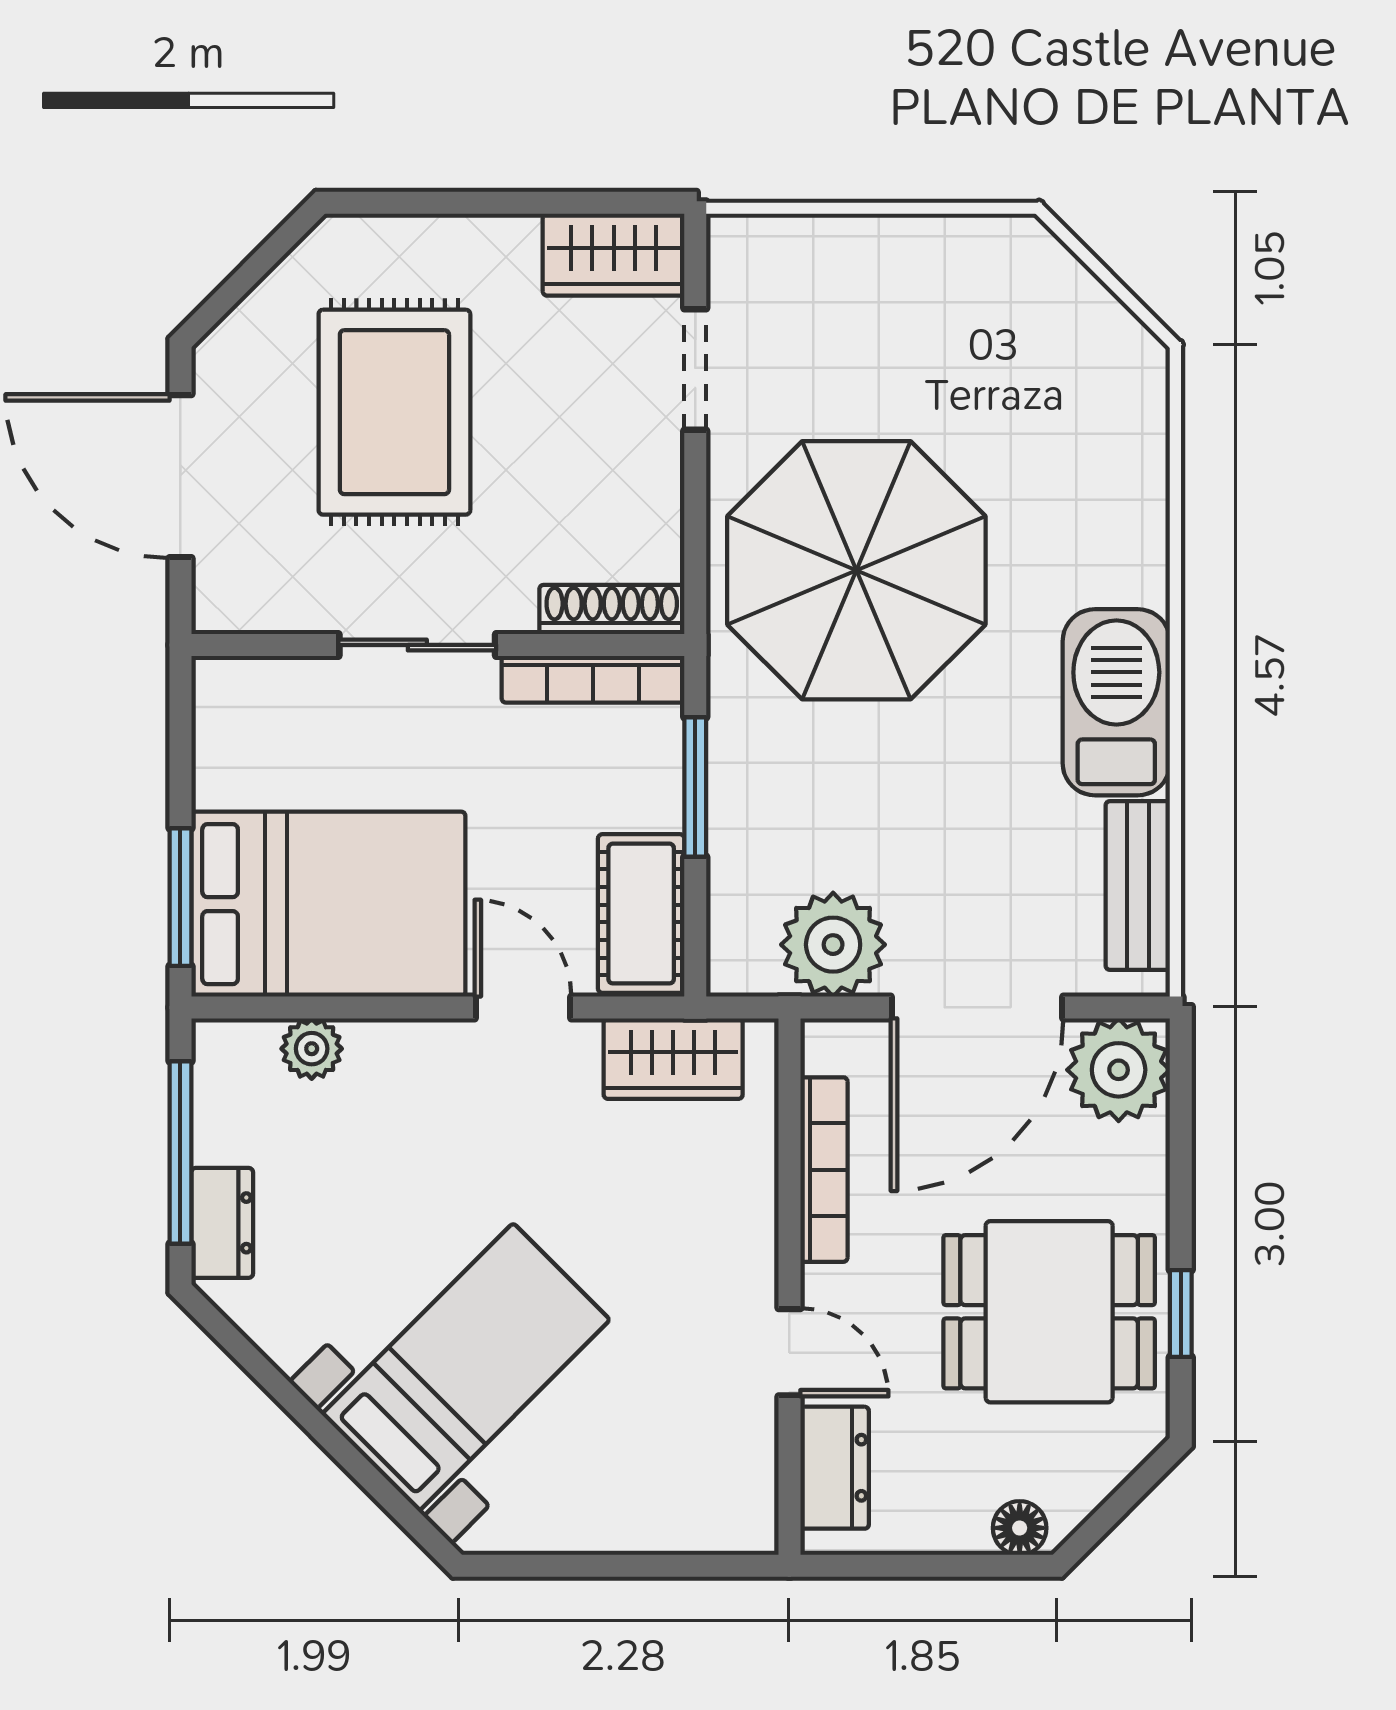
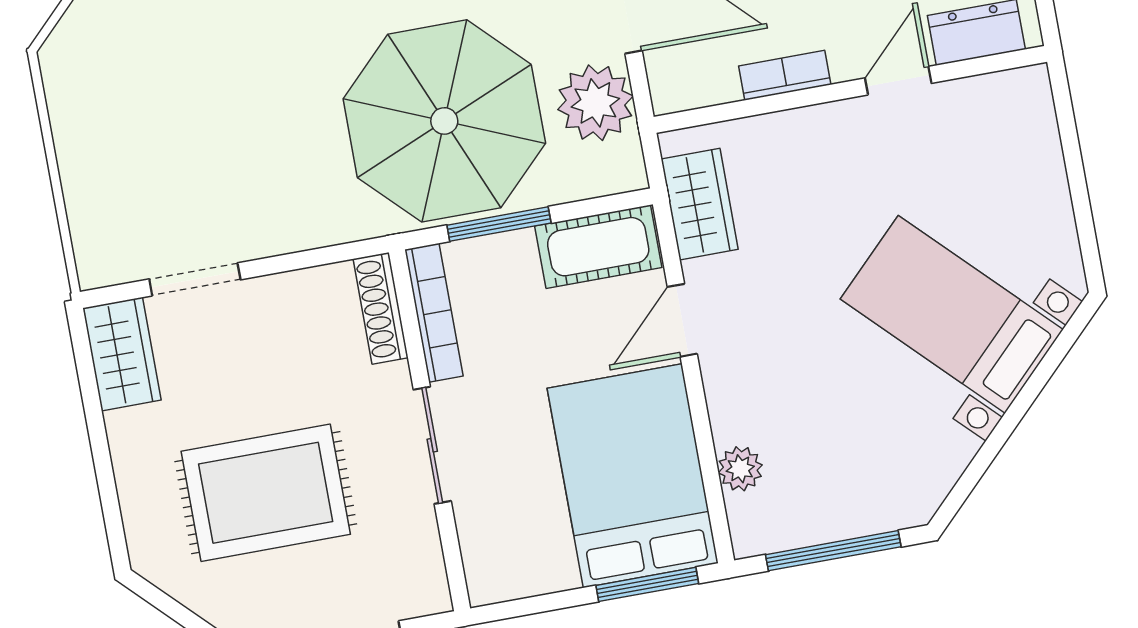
parasol: (856, 570) -> (444, 121), moved
bookcase: (824, 1170) -> (785, 75), width x0.64
dresser: (222, 1223) -> (879, 511), removed

